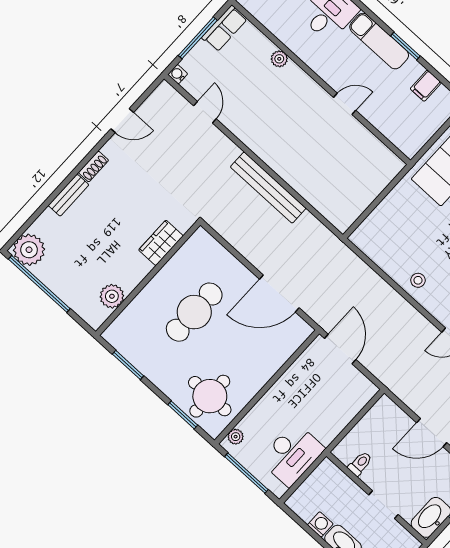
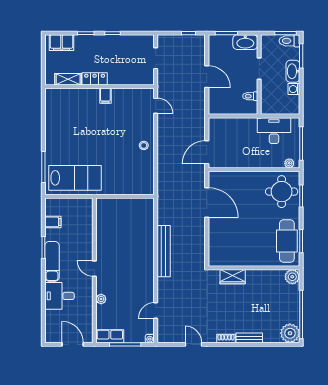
door: (345, 104) -> (94, 269), moved
plant: (112, 296) -> (292, 277), moved
cafe table: (194, 312) -> (287, 241), moved, turned 90

